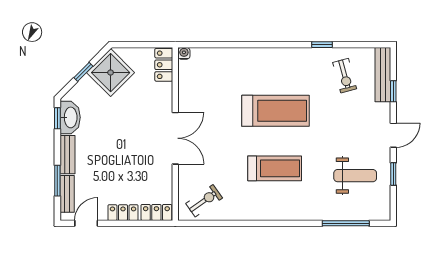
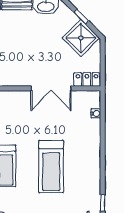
water cooler: (184, 53) -> (96, 114), moved
double door: (175, 138) -> (51, 88), moved

